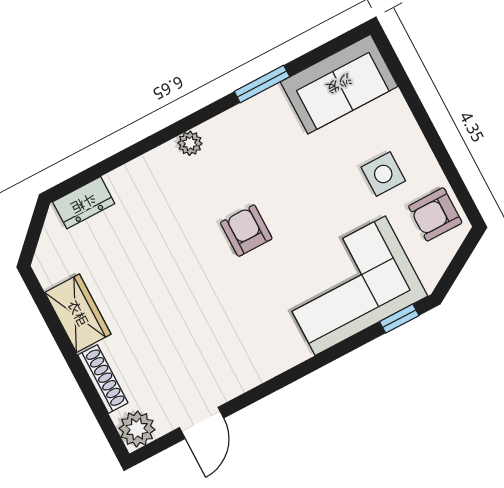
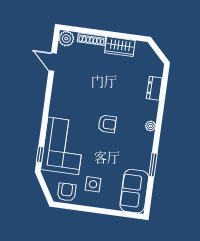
dresser: (84, 203) -> (154, 88), moved

